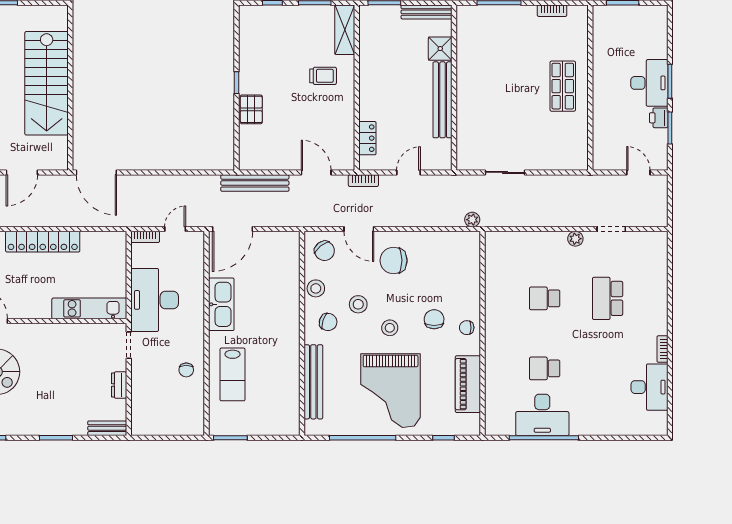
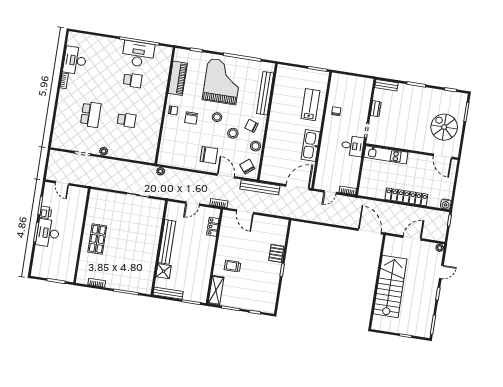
bench: (255, 183) -> (260, 187), moved
desk: (155, 300) -> (352, 146), width x0.53, depth x0.77

